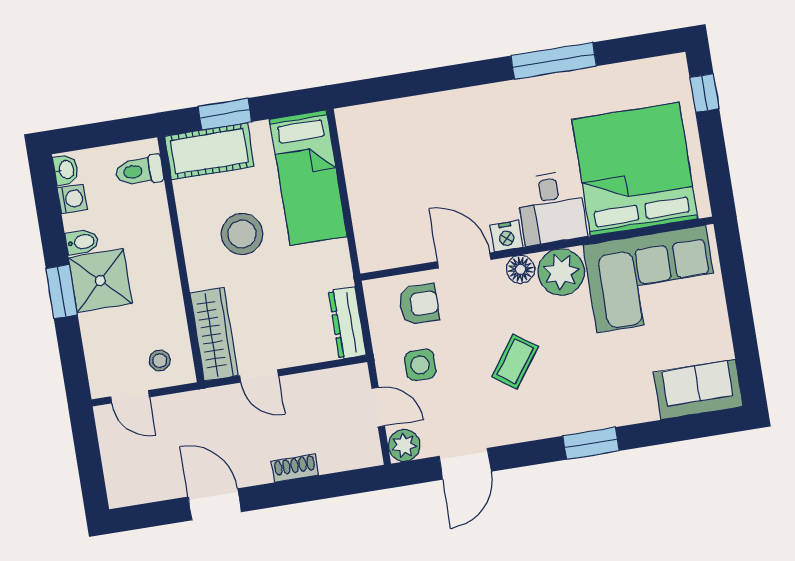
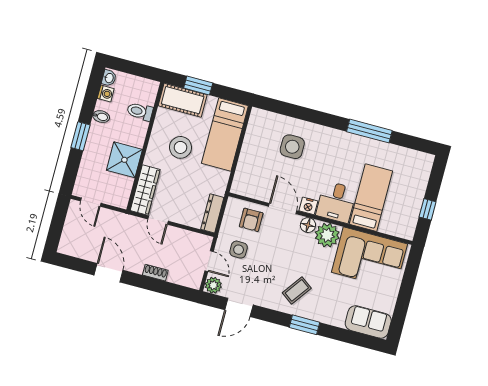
window: (704, 93) -> (428, 209), moved
side table: (433, 147) -> (292, 147), added
bed: (635, 169) -> (371, 198), width x0.49
toilet: (139, 171) -> (140, 112), moved
shower: (100, 281) -> (124, 160), moved
armchair: (419, 304) -> (251, 220), turned 90
stool: (160, 360) -> (113, 191), removed
coffee table: (515, 362) -> (297, 290), moved

